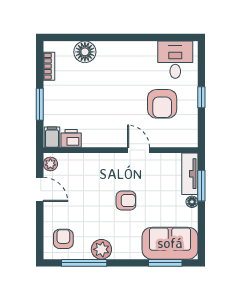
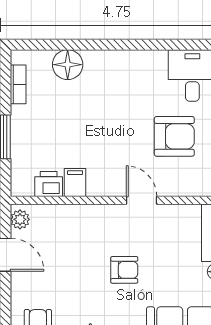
armchair: (162, 104) -> (174, 136), turned -90
filing cabinet: (52, 137) -> (75, 182), moved

